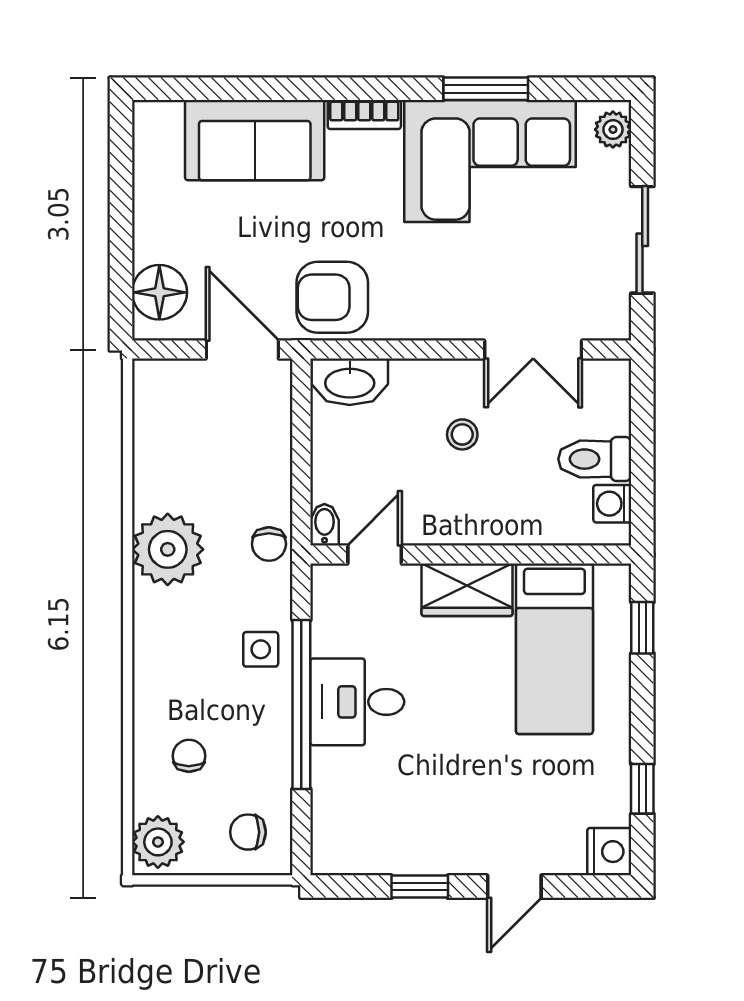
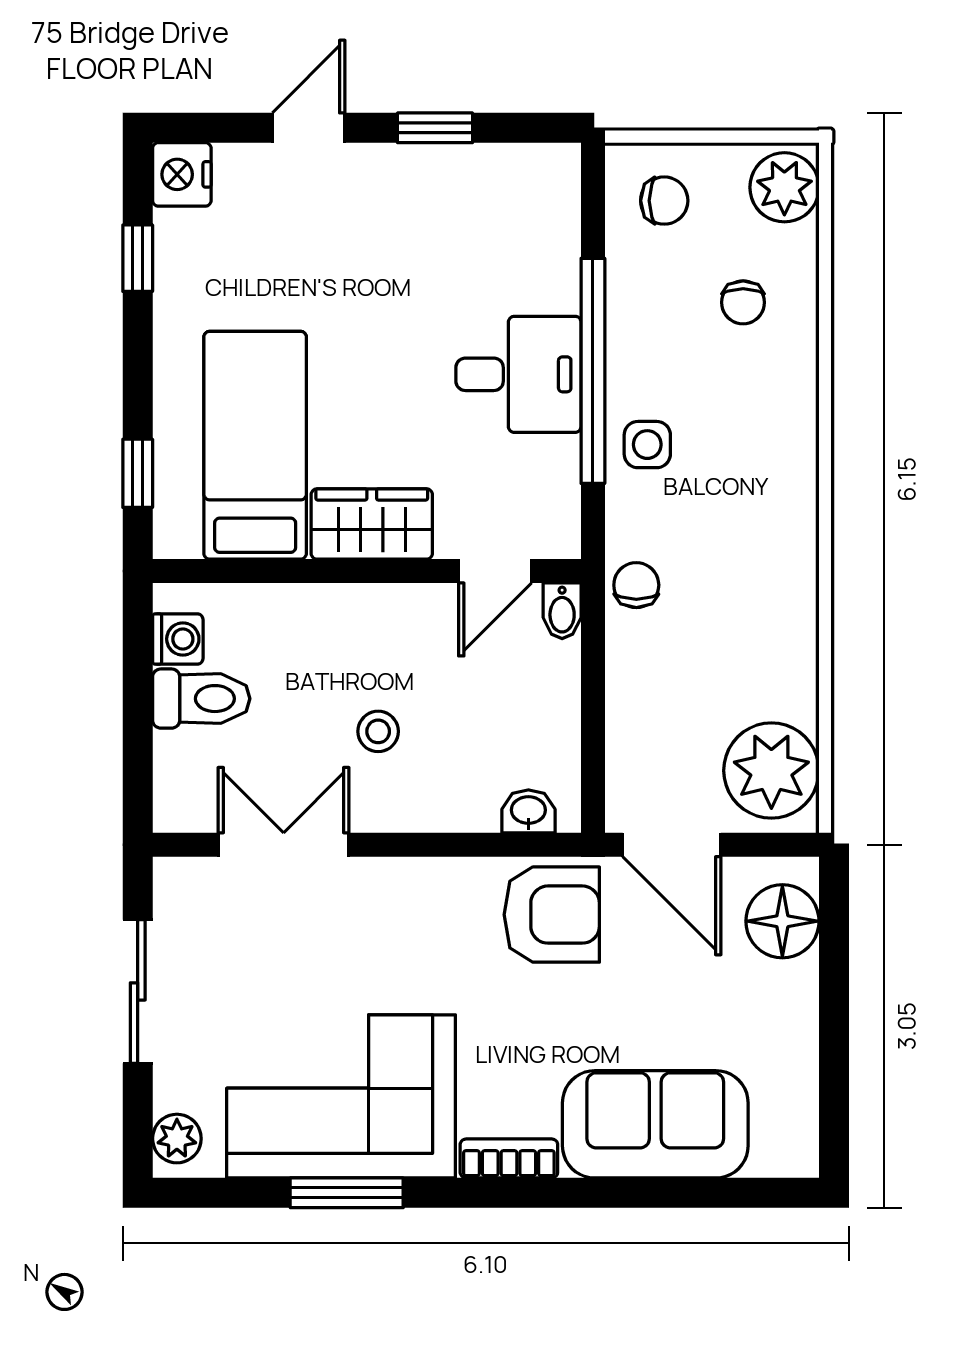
washbasin: (350, 382) -> (528, 811), width x0.52, depth x0.69
plant: (168, 549) -> (771, 771), moved

